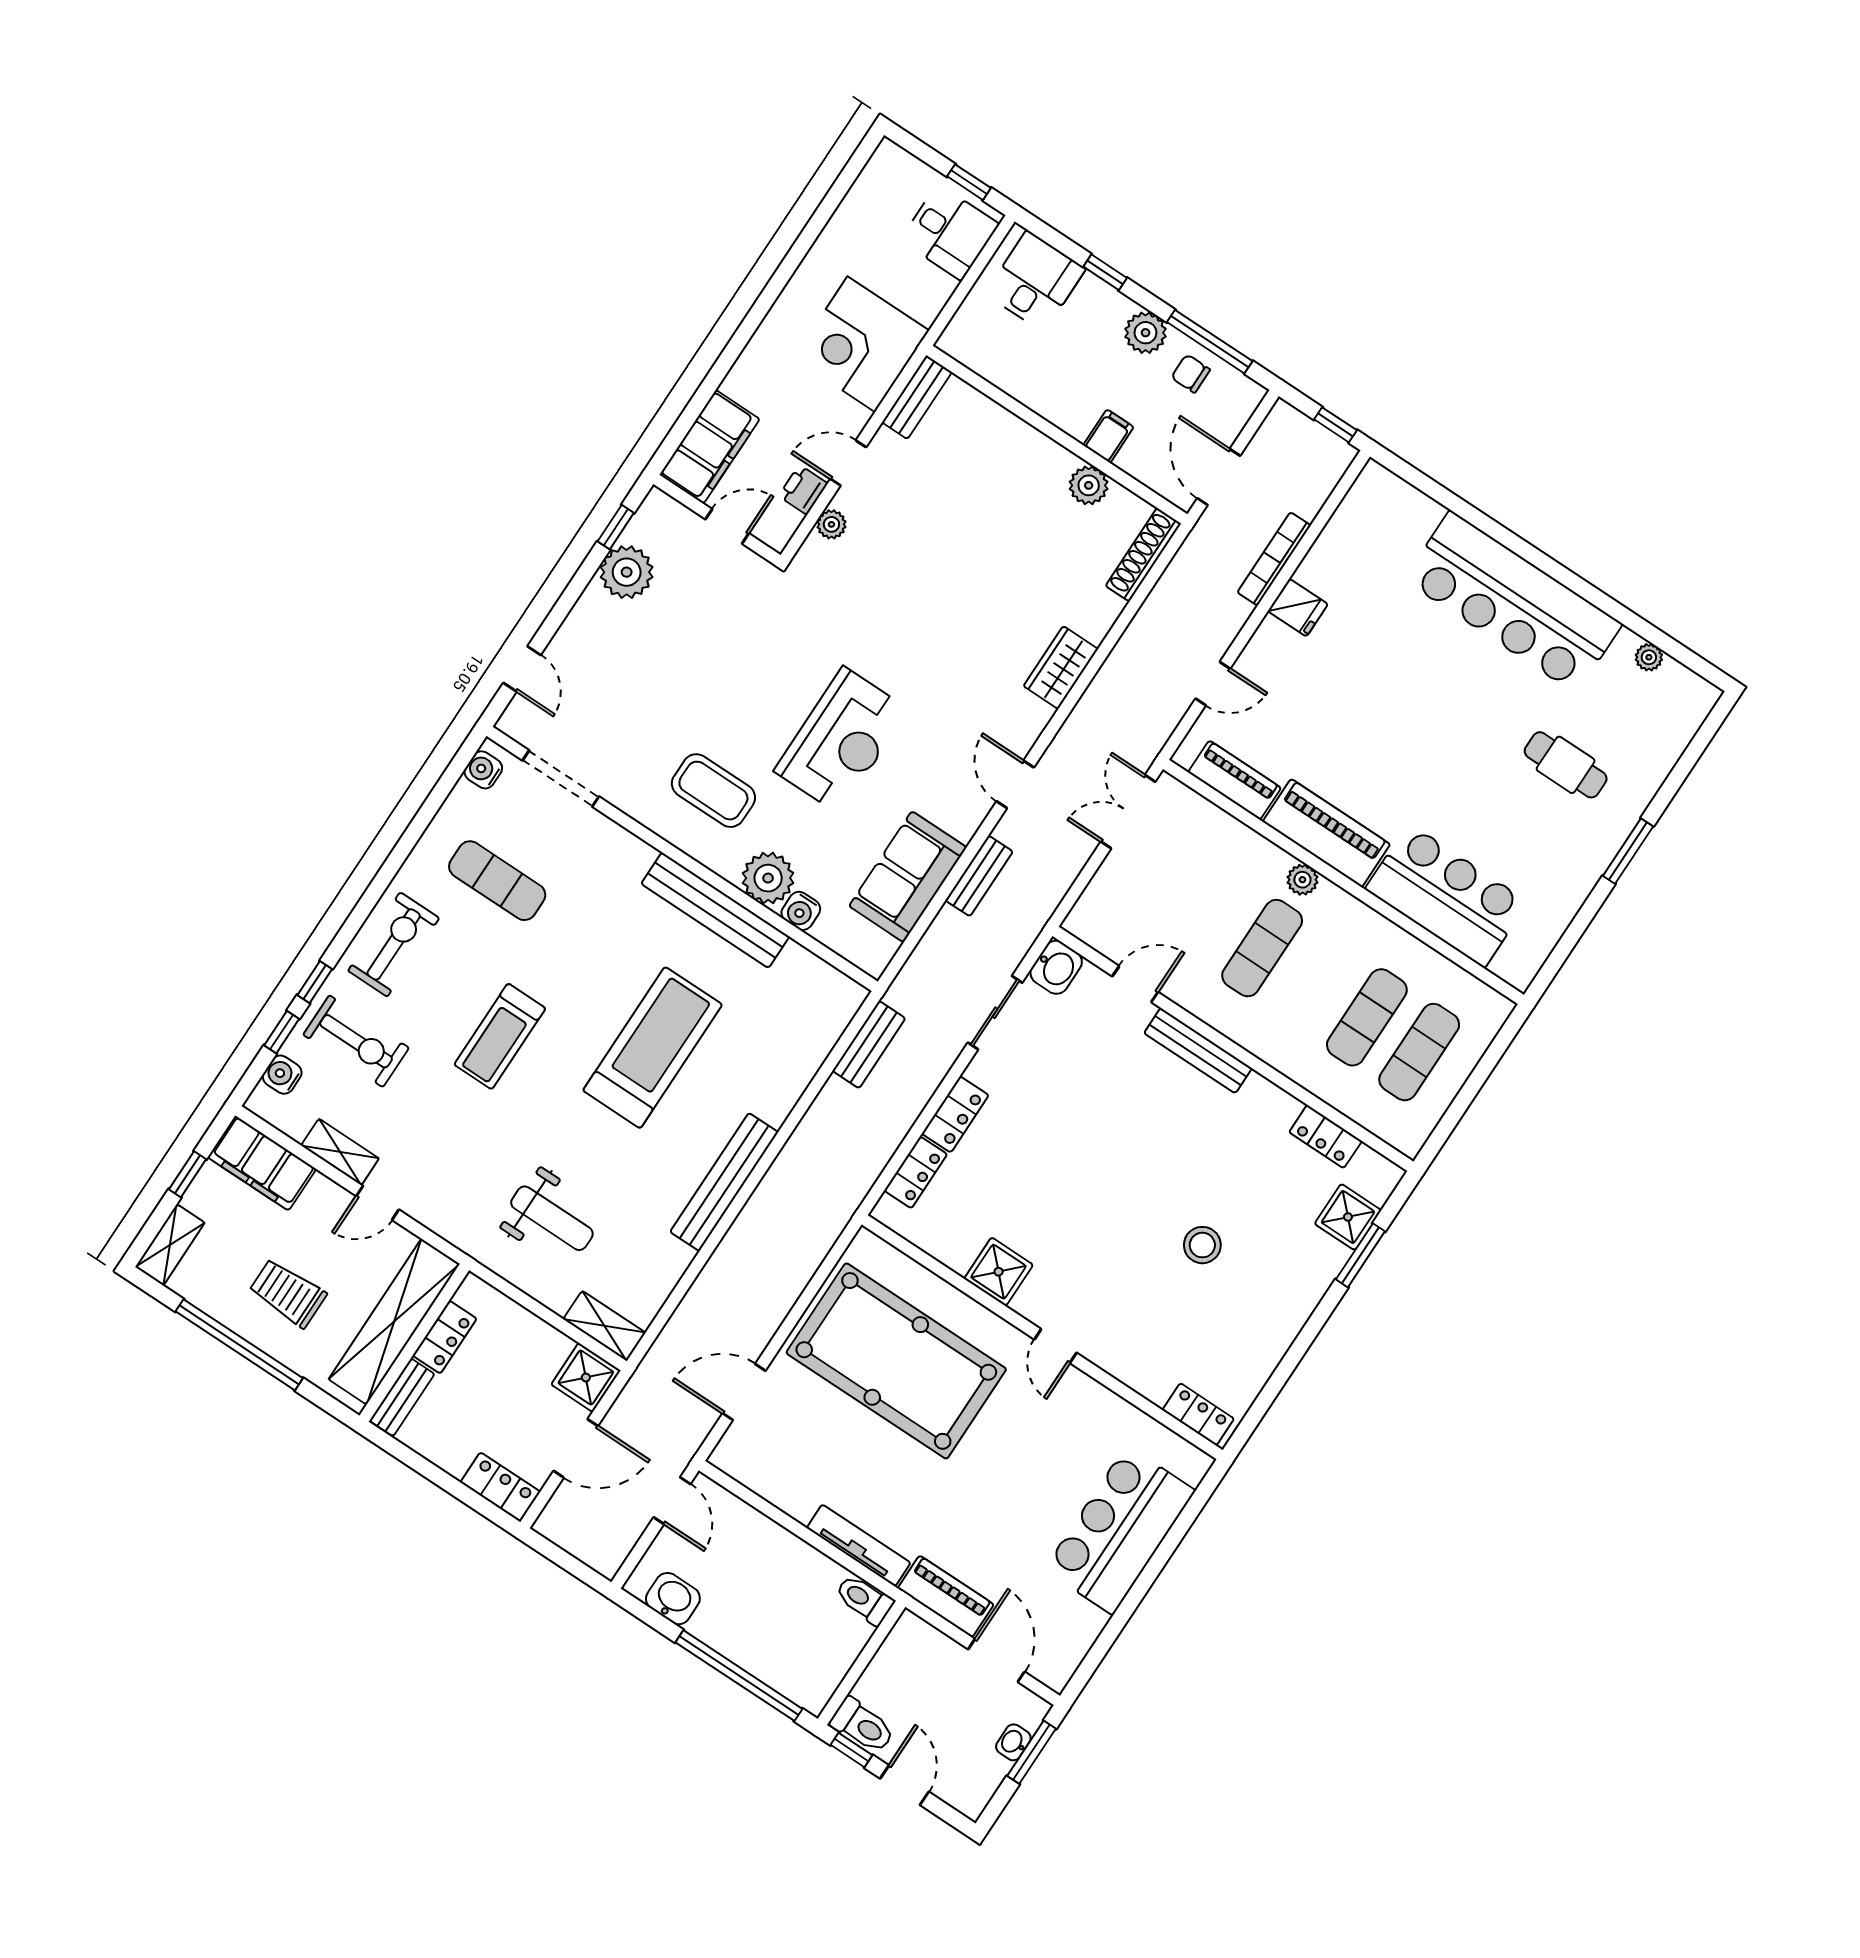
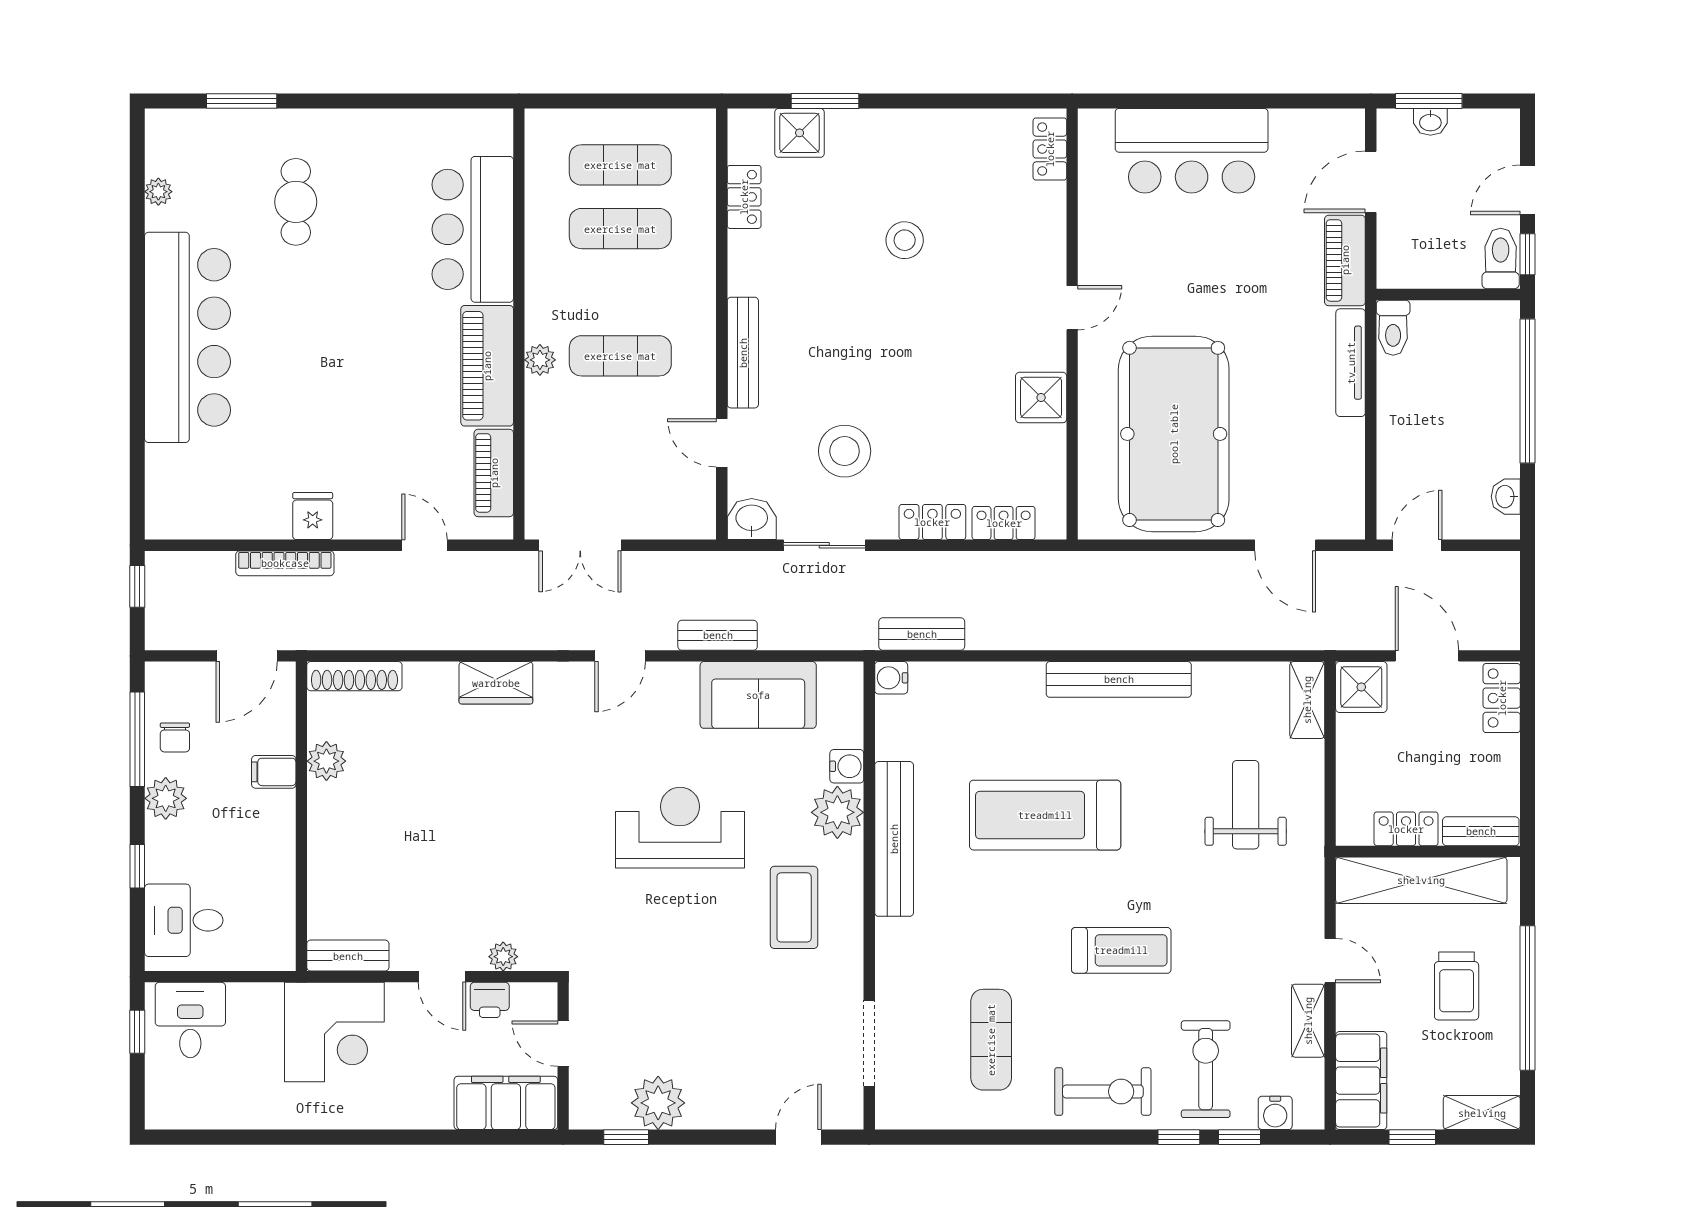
water cooler: (483, 770) -> (891, 678), moved, turned 90
window: (1628, 851) -> (242, 101), moved
exercise bike: (394, 944) -> (1103, 1091), turned 180
stool: (1062, 1081) -> (845, 451), added
washbasin: (673, 1599) -> (1506, 497), width x0.72, depth x0.69

